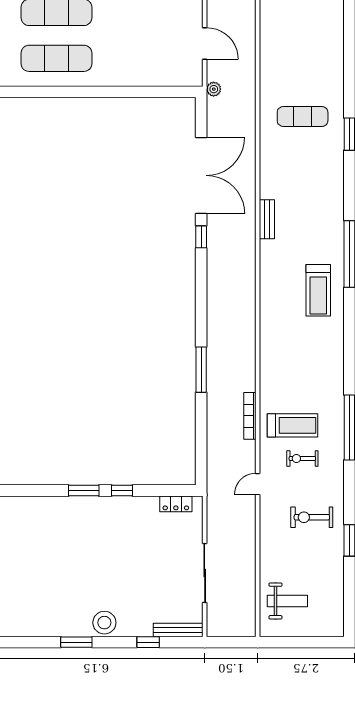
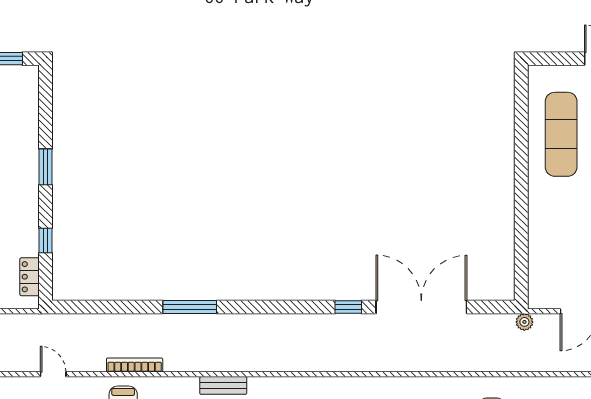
double door: (201, 175) -> (421, 307), swing flipped
bench: (267, 219) -> (223, 385), moved
window: (122, 491) -> (45, 240), moved

